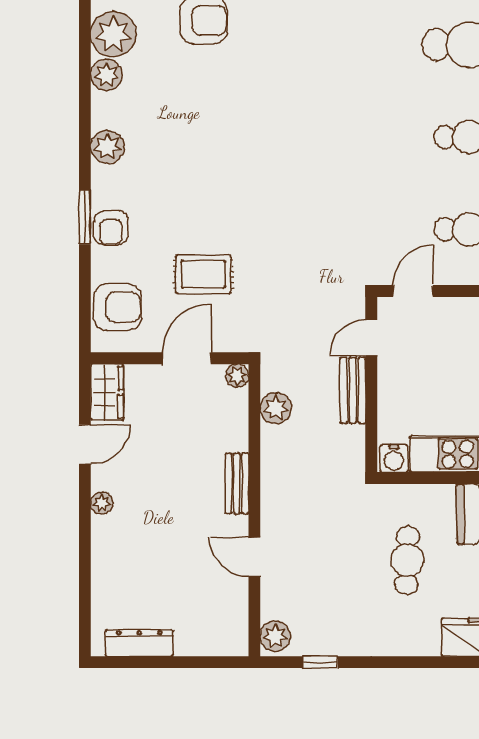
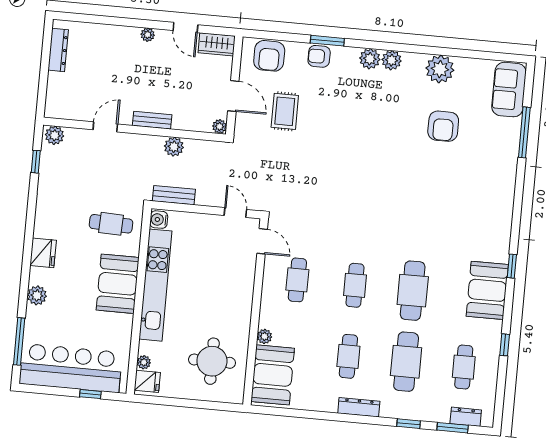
plant: (106, 75) -> (392, 60), moved
bench: (353, 390) -> (174, 195), moved
plant: (276, 408) -> (174, 147), moved
cafe table: (407, 560) -> (111, 224), moved

